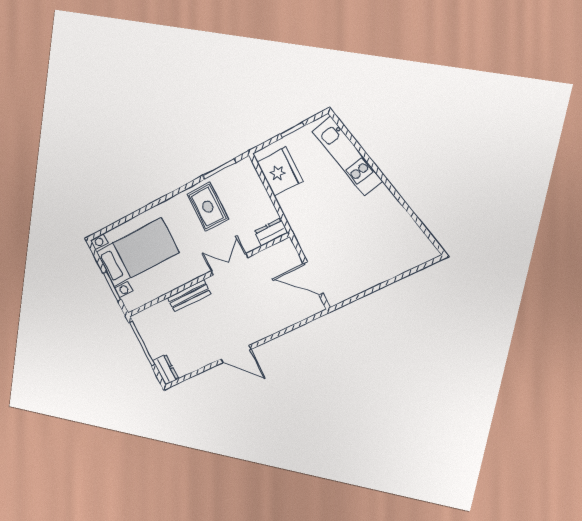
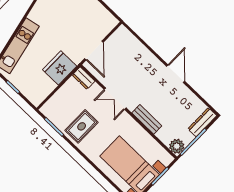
fridge: (280, 172) -> (60, 68), moved
door: (313, 278) -> (94, 51), moved
plant: (143, 321) -> (177, 146), added
dresser: (166, 370) -> (202, 122), width x1.44

